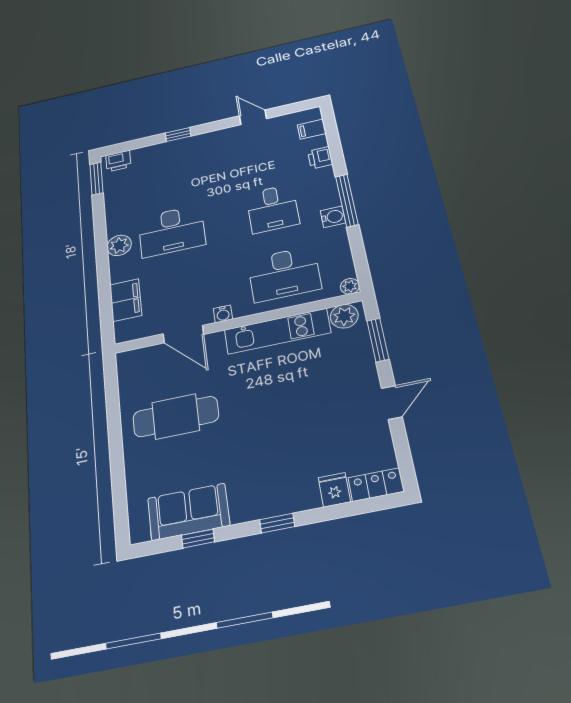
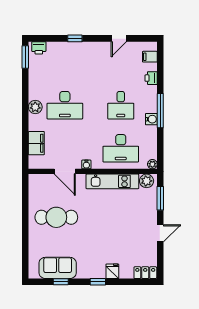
door: (253, 117) -> (119, 38), swing flipped
fridge: (334, 490) -> (112, 271), moved

